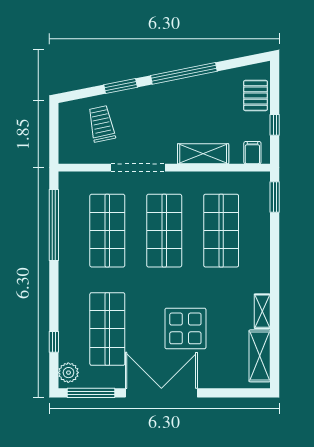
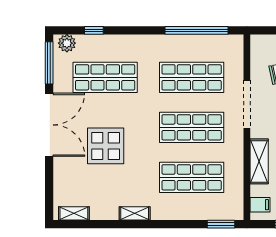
shelving: (262, 311) -> (135, 213), moved
shelving: (260, 356) -> (74, 213), width x0.67, depth x0.75

